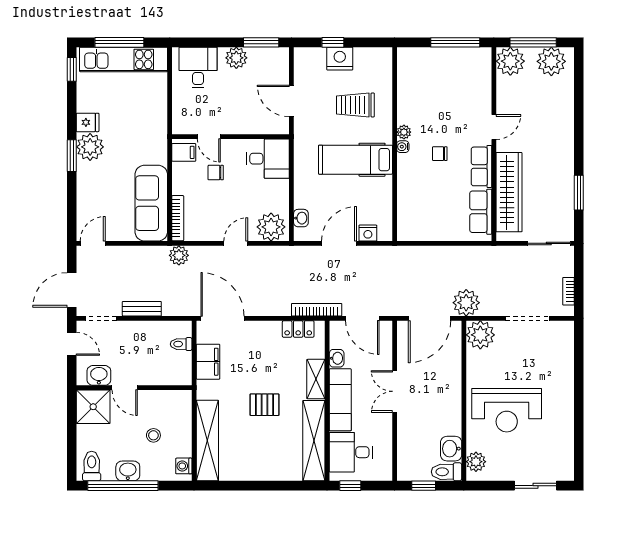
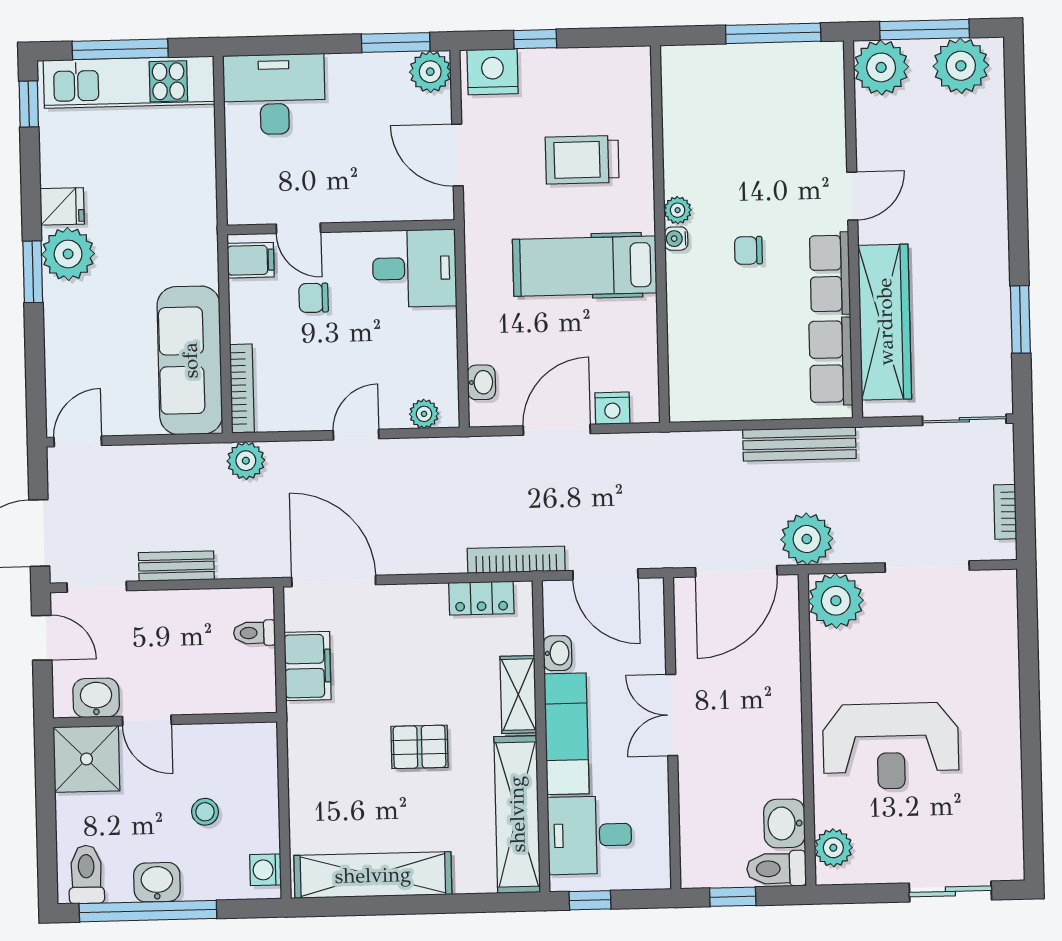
plant: (236, 58) -> (430, 72), moved
nightstand: (340, 59) -> (493, 72), moved
desk: (198, 67) -> (274, 94), width x1.37
plant: (271, 227) -> (424, 414), width x0.53, depth x0.53
bench: (464, 254) -> (799, 444), added
shelving: (207, 441) -> (373, 875), moved, turned 90

